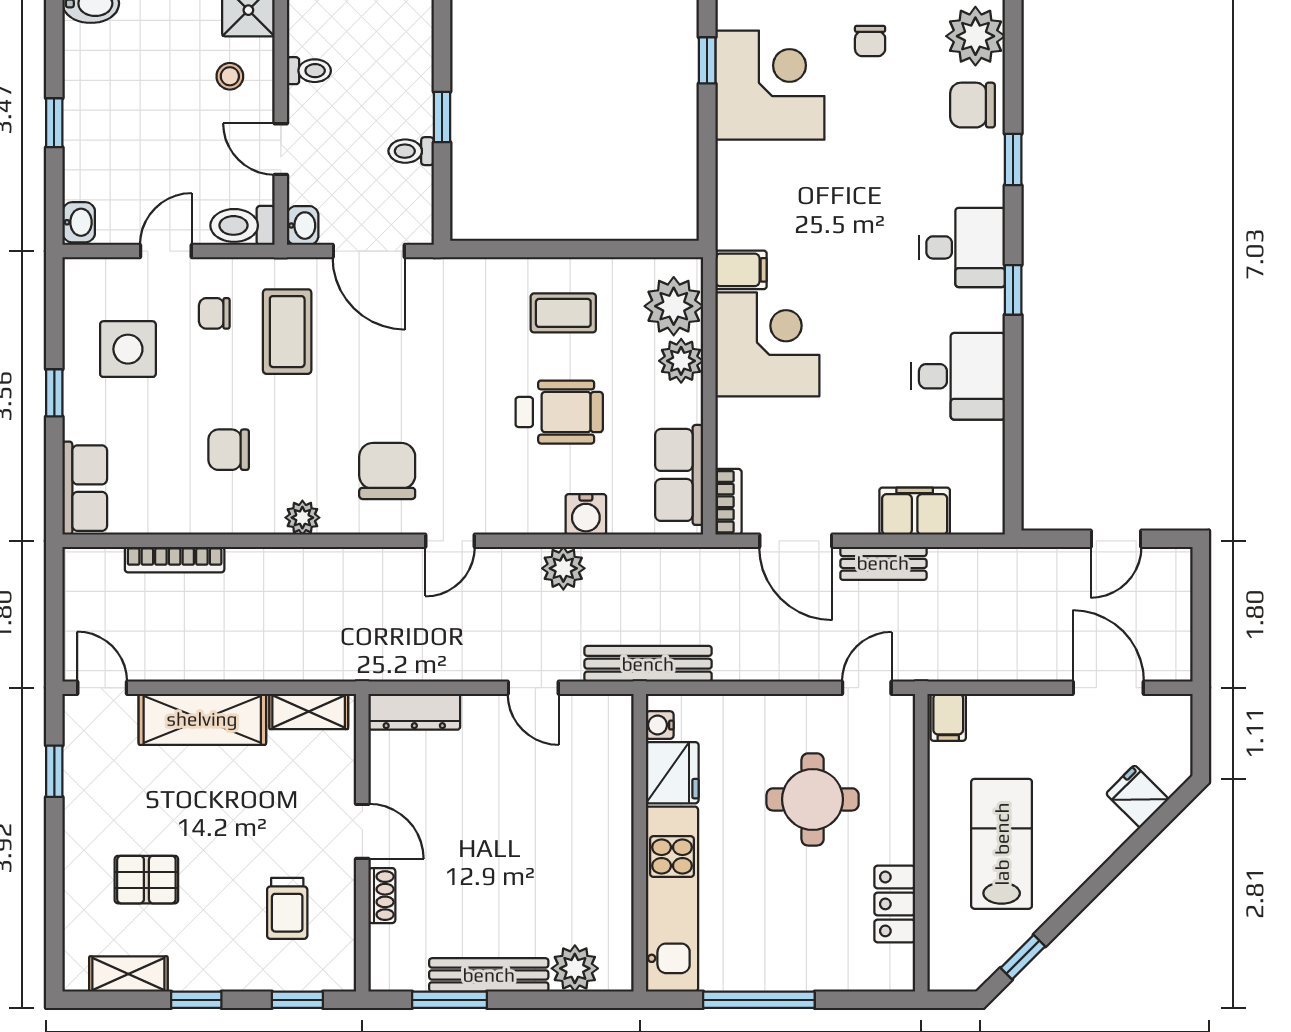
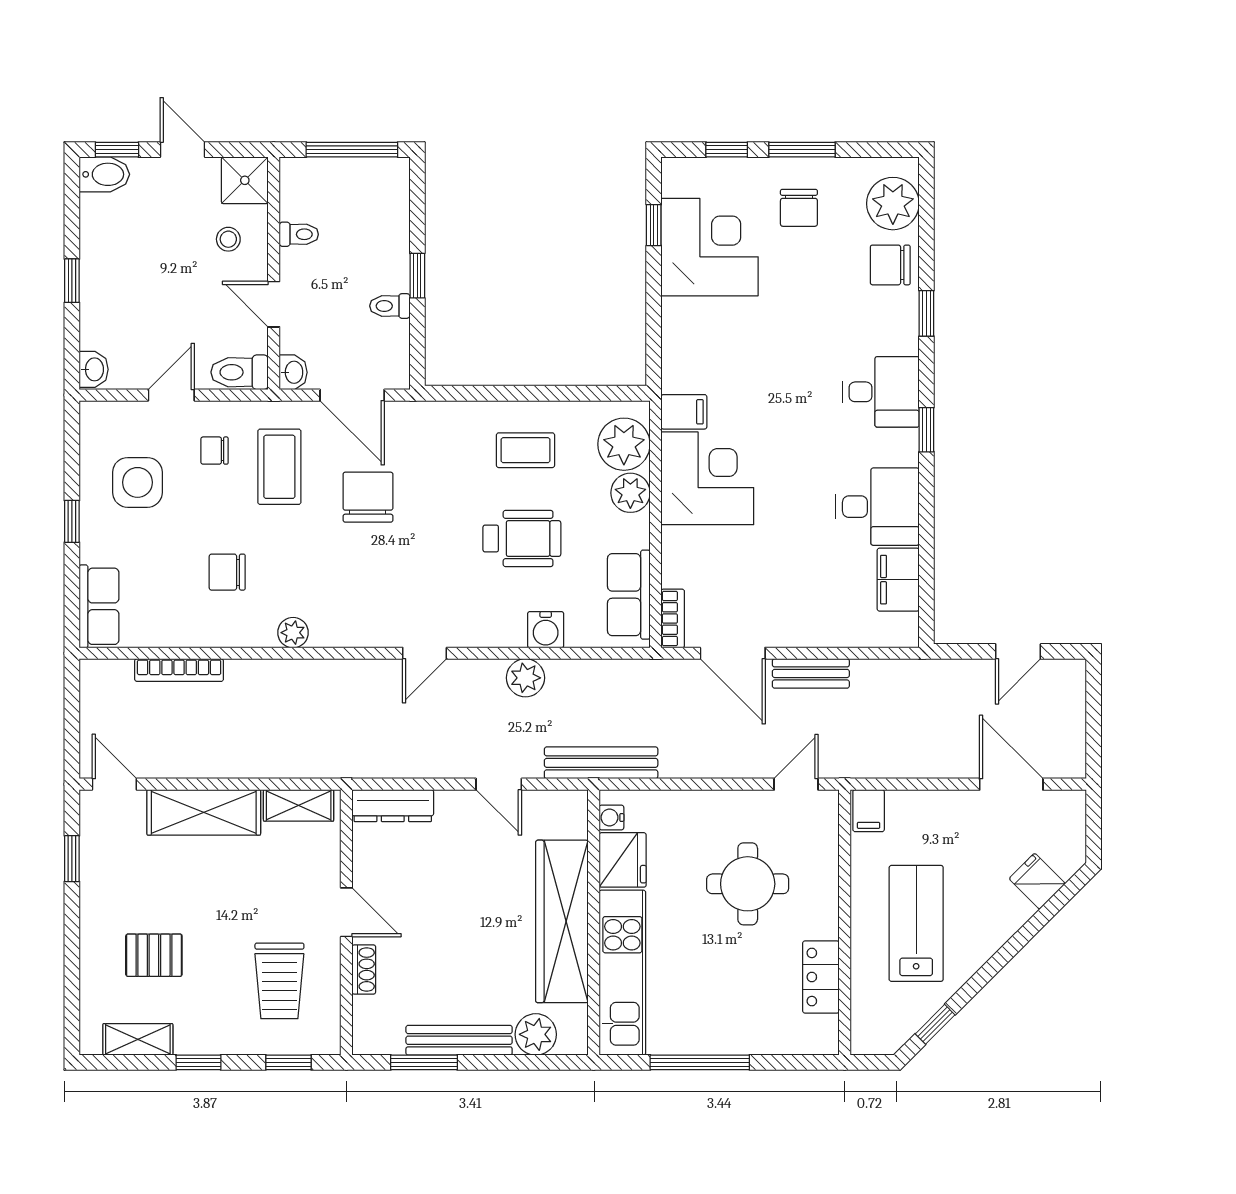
chair: (870, 41) -> (799, 208), width x1.37, depth x1.37
chair: (387, 471) -> (368, 497), moved
filing cabinet: (915, 511) -> (898, 580), moved, turned -90
wardrobe: (604, 842) -> (562, 921), added
trolley: (287, 908) -> (279, 981), width x1.36, depth x1.39

